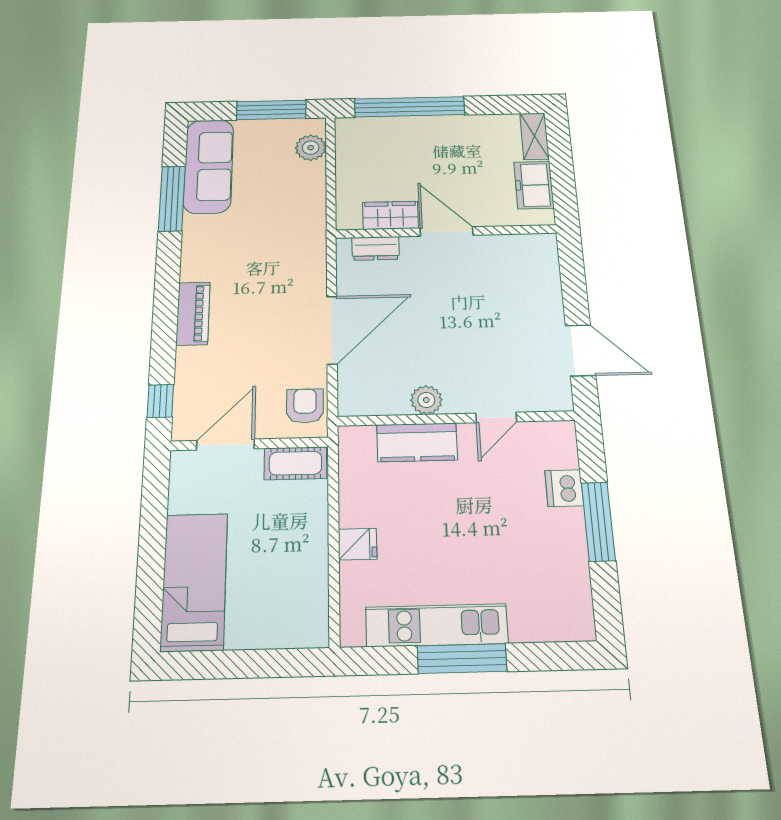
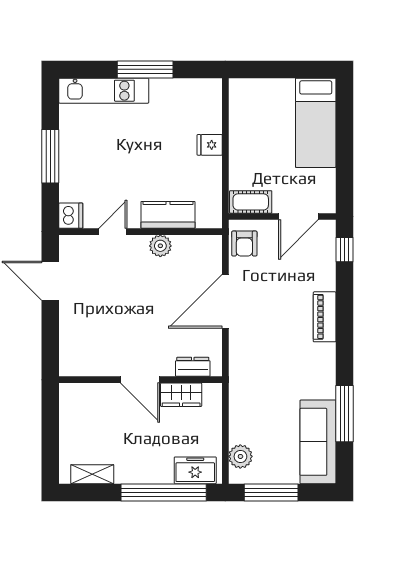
shelving: (534, 136) -> (92, 474), moved, turned 90
freezer: (534, 185) -> (195, 470), moved, turned -90
dishwasher: (564, 488) -> (71, 216), moved
kitchen unit: (437, 625) -> (104, 91), moved

